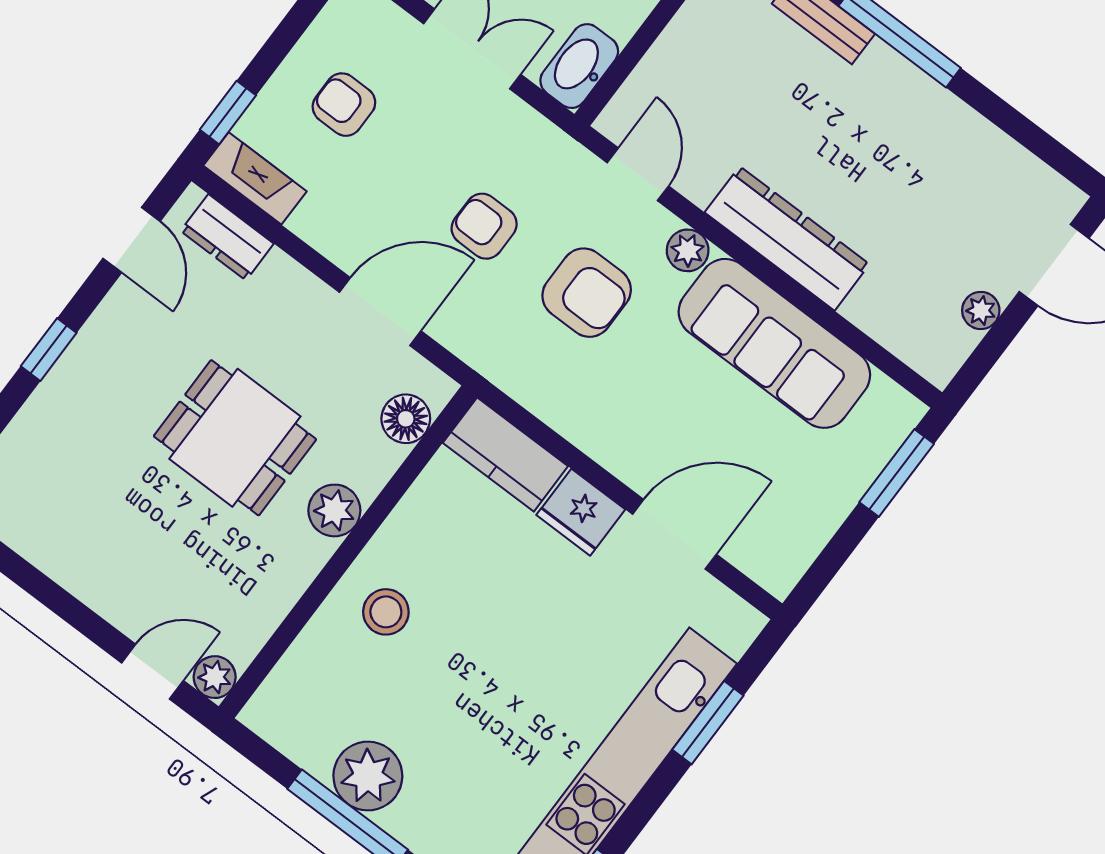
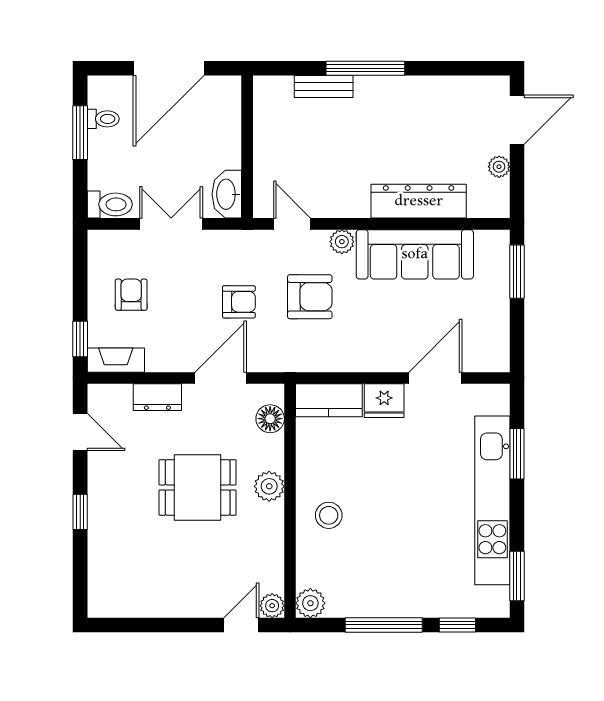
armchair: (344, 105) -> (131, 295), turned 90
armchair: (484, 226) -> (239, 302), turned 180
dresser: (227, 237) -> (157, 397), moved
dresser: (787, 238) -> (419, 201), moved
plant: (368, 776) -> (310, 603), moved, width x0.73, depth x0.73

